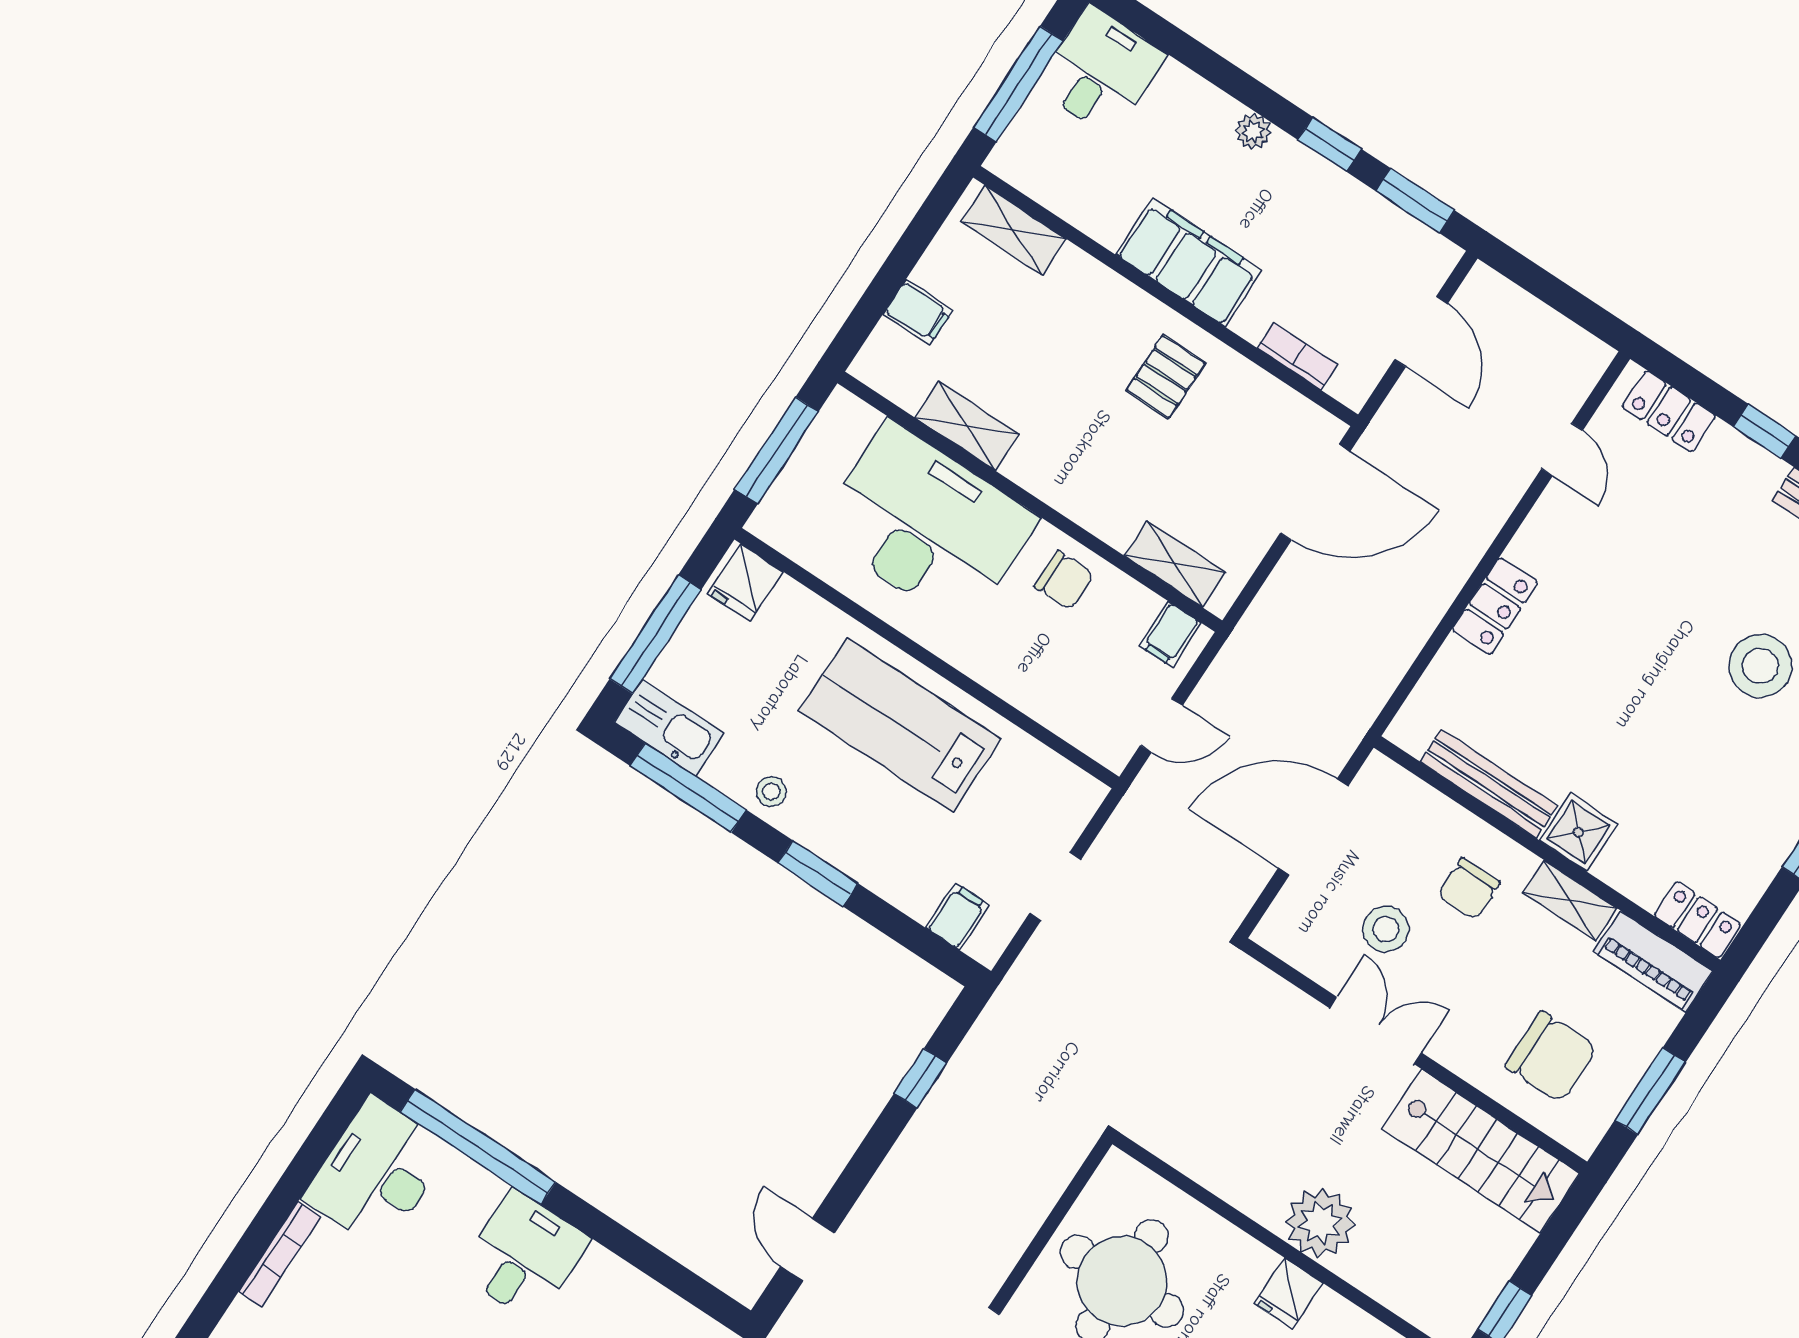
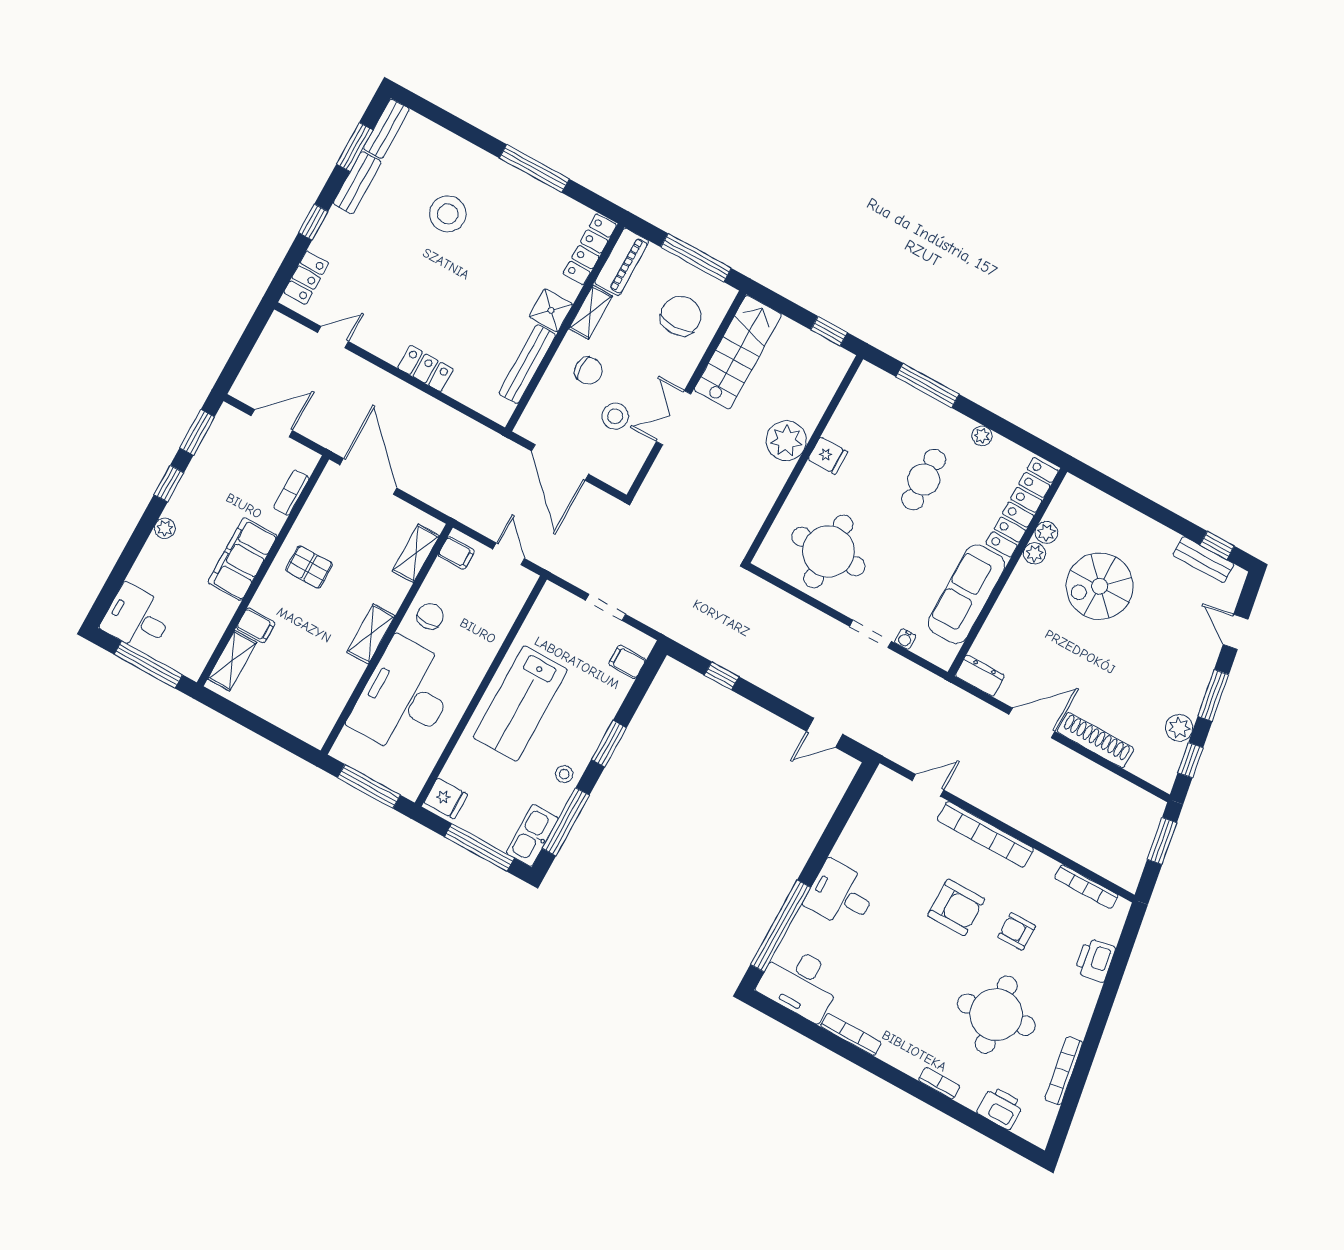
filing cabinet: (918, 312) -> (256, 625), moved, turned 90
shelving: (967, 426) -> (371, 634), moved
locker: (1698, 920) -> (590, 249), width x1.53
window: (1650, 1091) -> (696, 258), width x1.44

